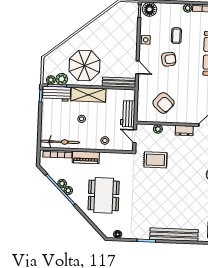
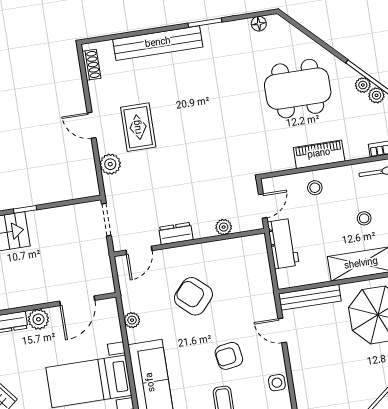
armchair: (163, 103) -> (193, 296), moved
door: (135, 136) -> (263, 206), hinge flipped
piano: (86, 157) -> (319, 154), moved
rug: (155, 160) -> (138, 127), moved, turned 90
dining table: (104, 195) -> (298, 89), turned 90

